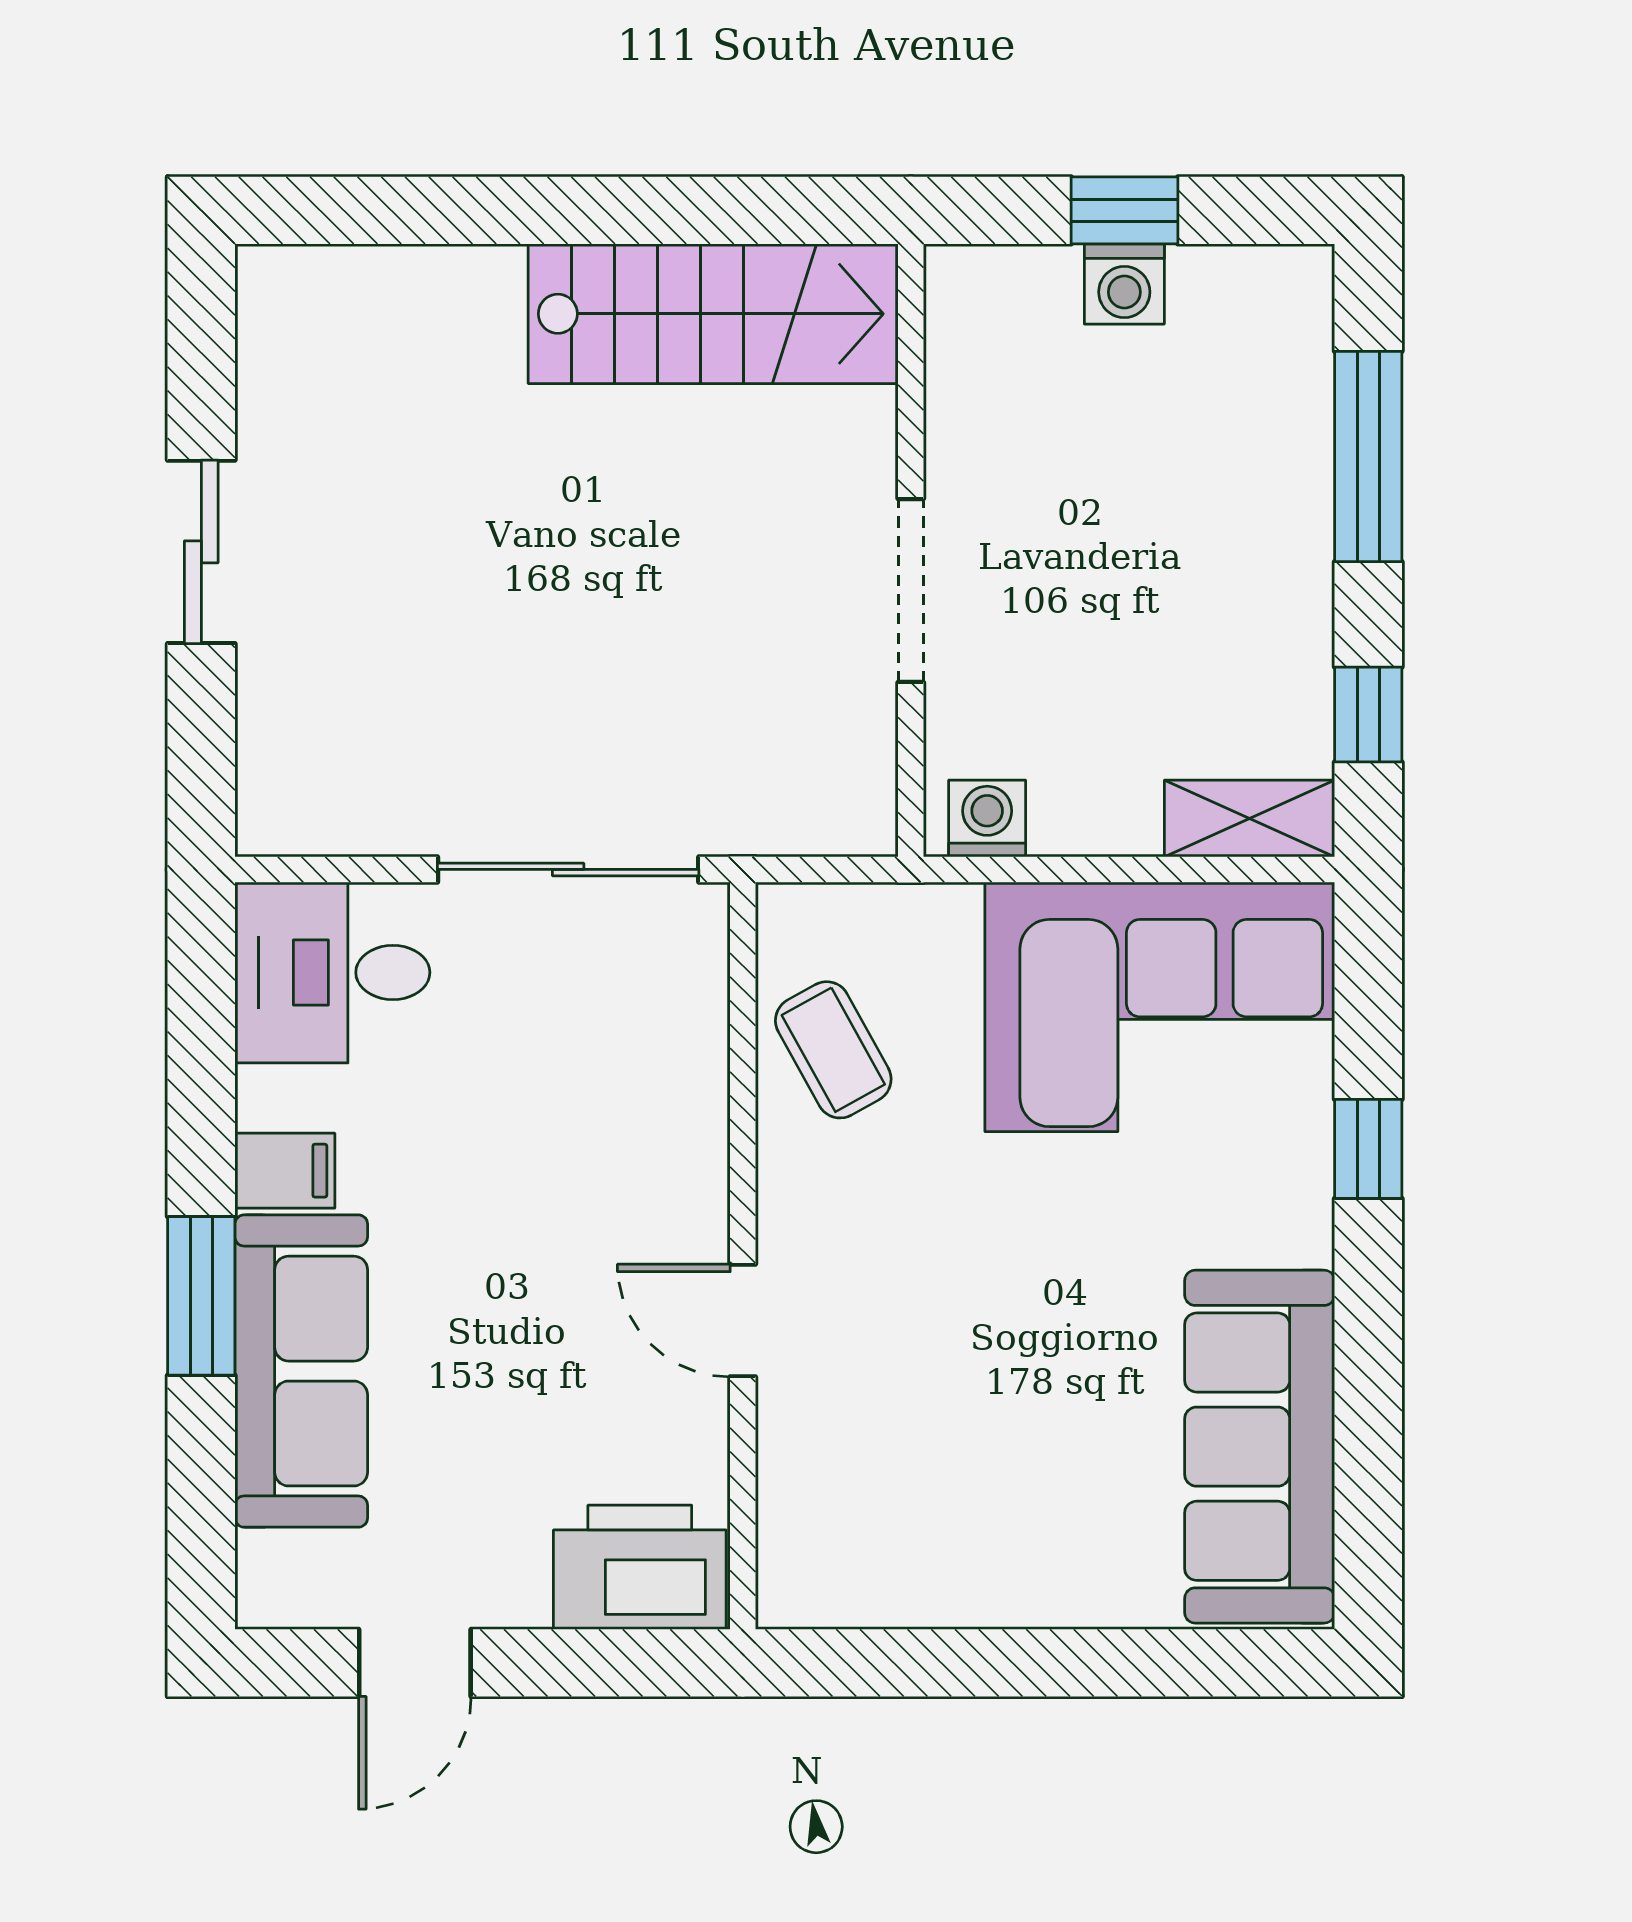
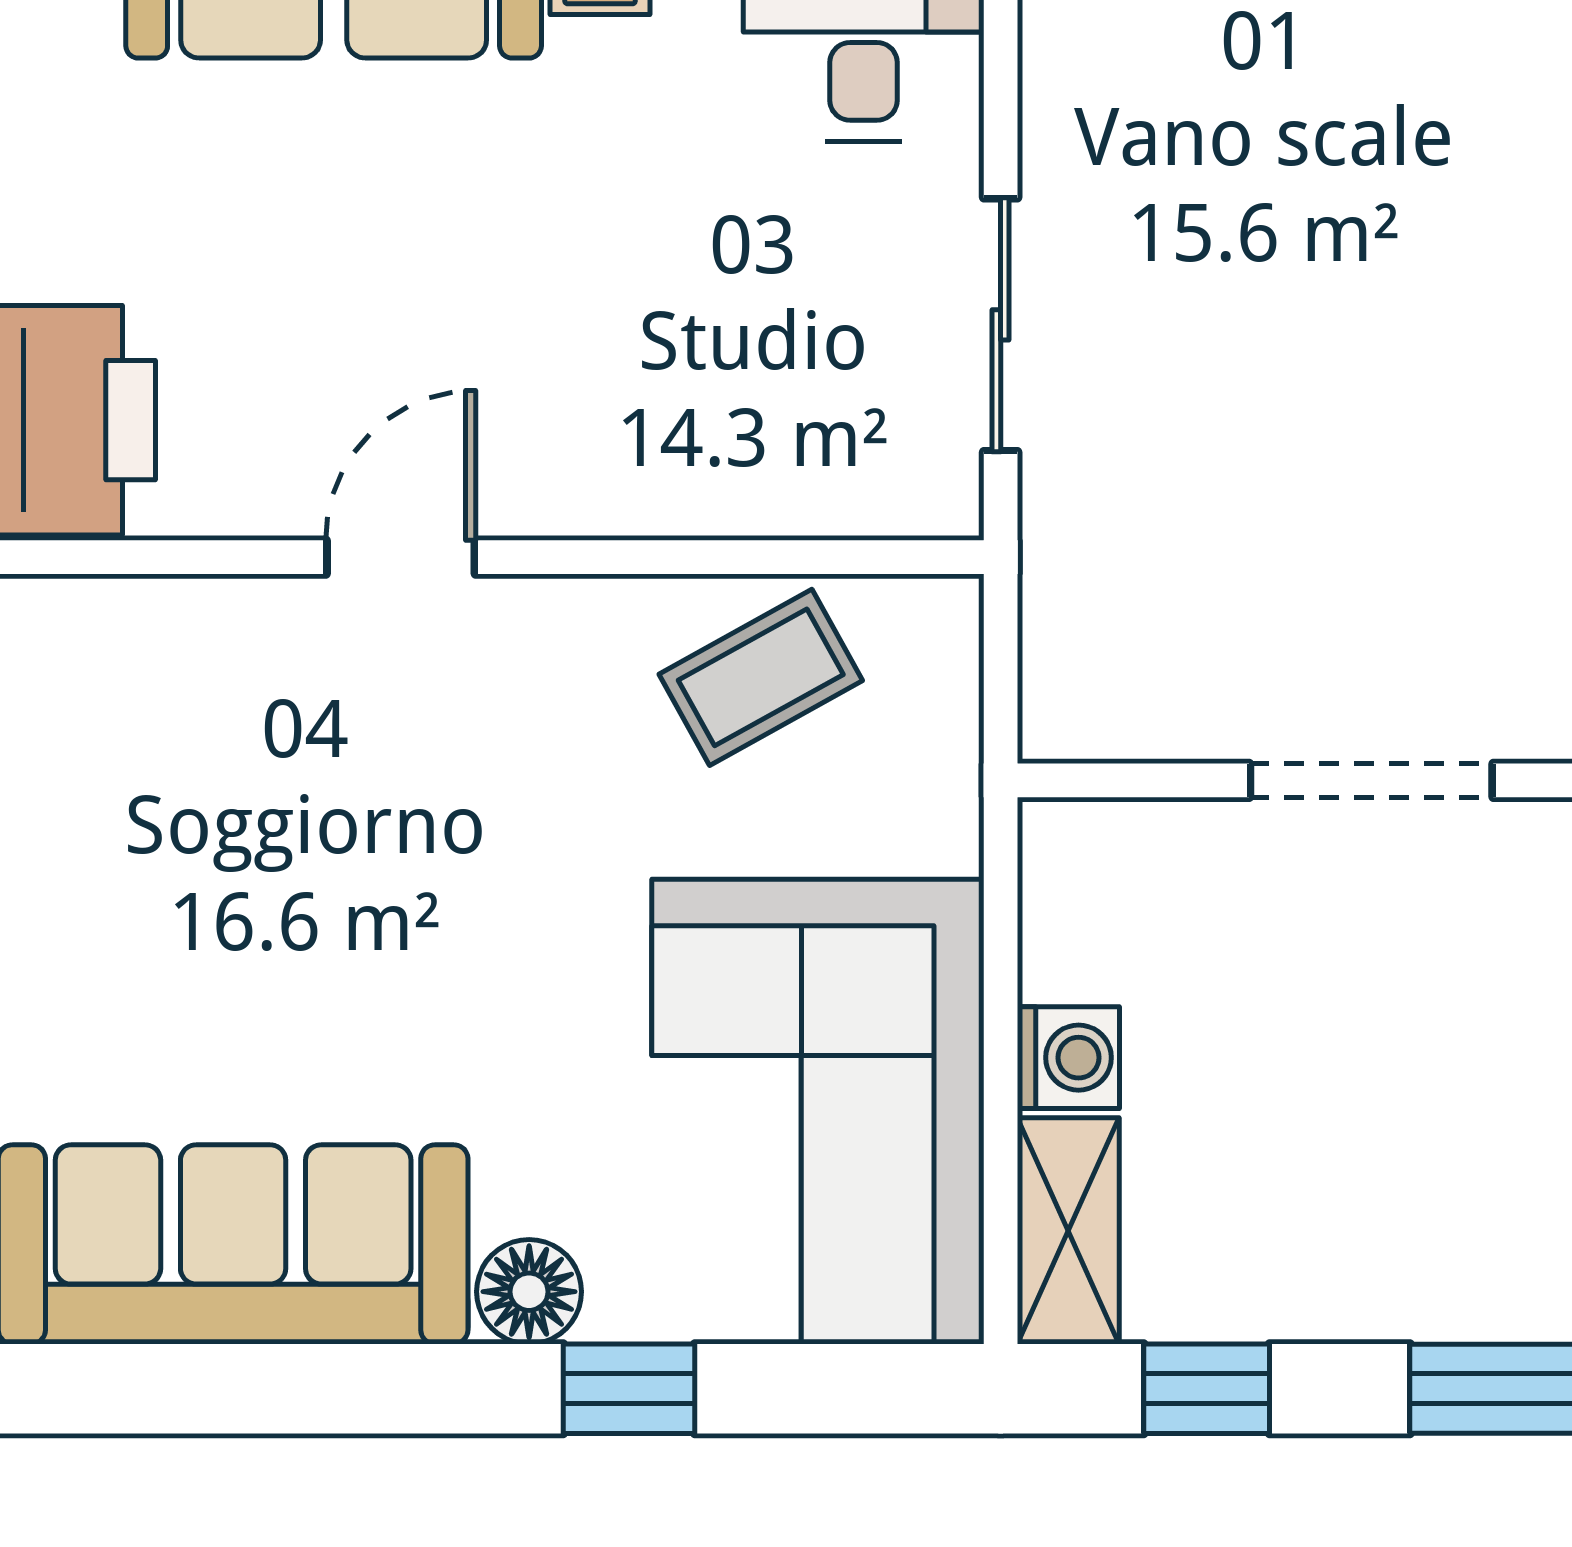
washing machine: (987, 818) -> (1068, 1058), moved
sliding door: (568, 869) -> (1001, 325), width x0.73
floor lamp: (1295, 1224) -> (529, 1292), added

